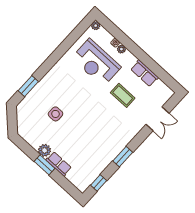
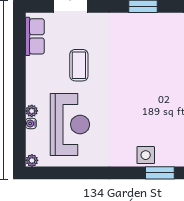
row of seats: (144, 73) -> (35, 36), moved
side table: (55, 114) -> (146, 155), moved

